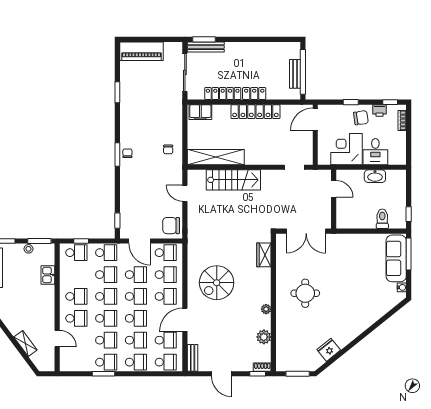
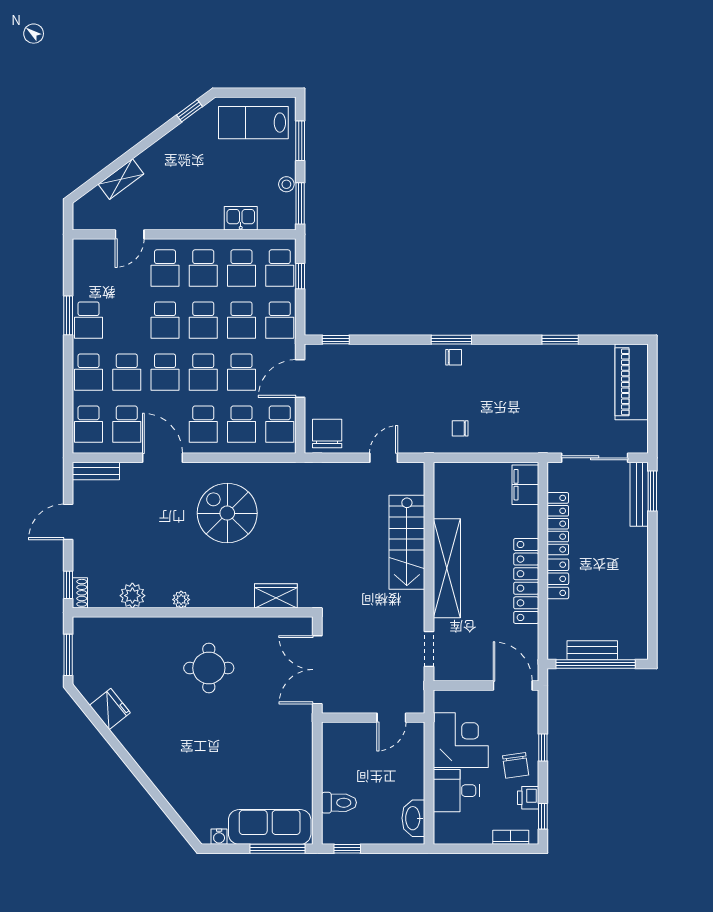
shelving: (216, 157) -> (447, 568), moved
washbasin: (375, 176) -> (413, 818), moved
school desk: (106, 340) -> (241, 268), moved

